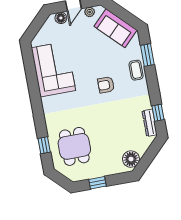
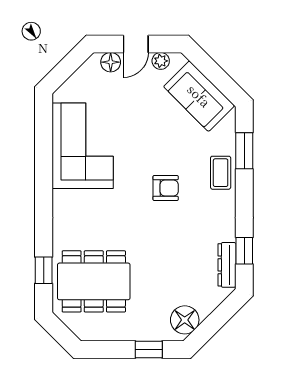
armchair: (106, 85) -> (166, 188), turned 180
dining table: (74, 146) -> (94, 281), width x1.38
window: (98, 183) -> (149, 349), moved

